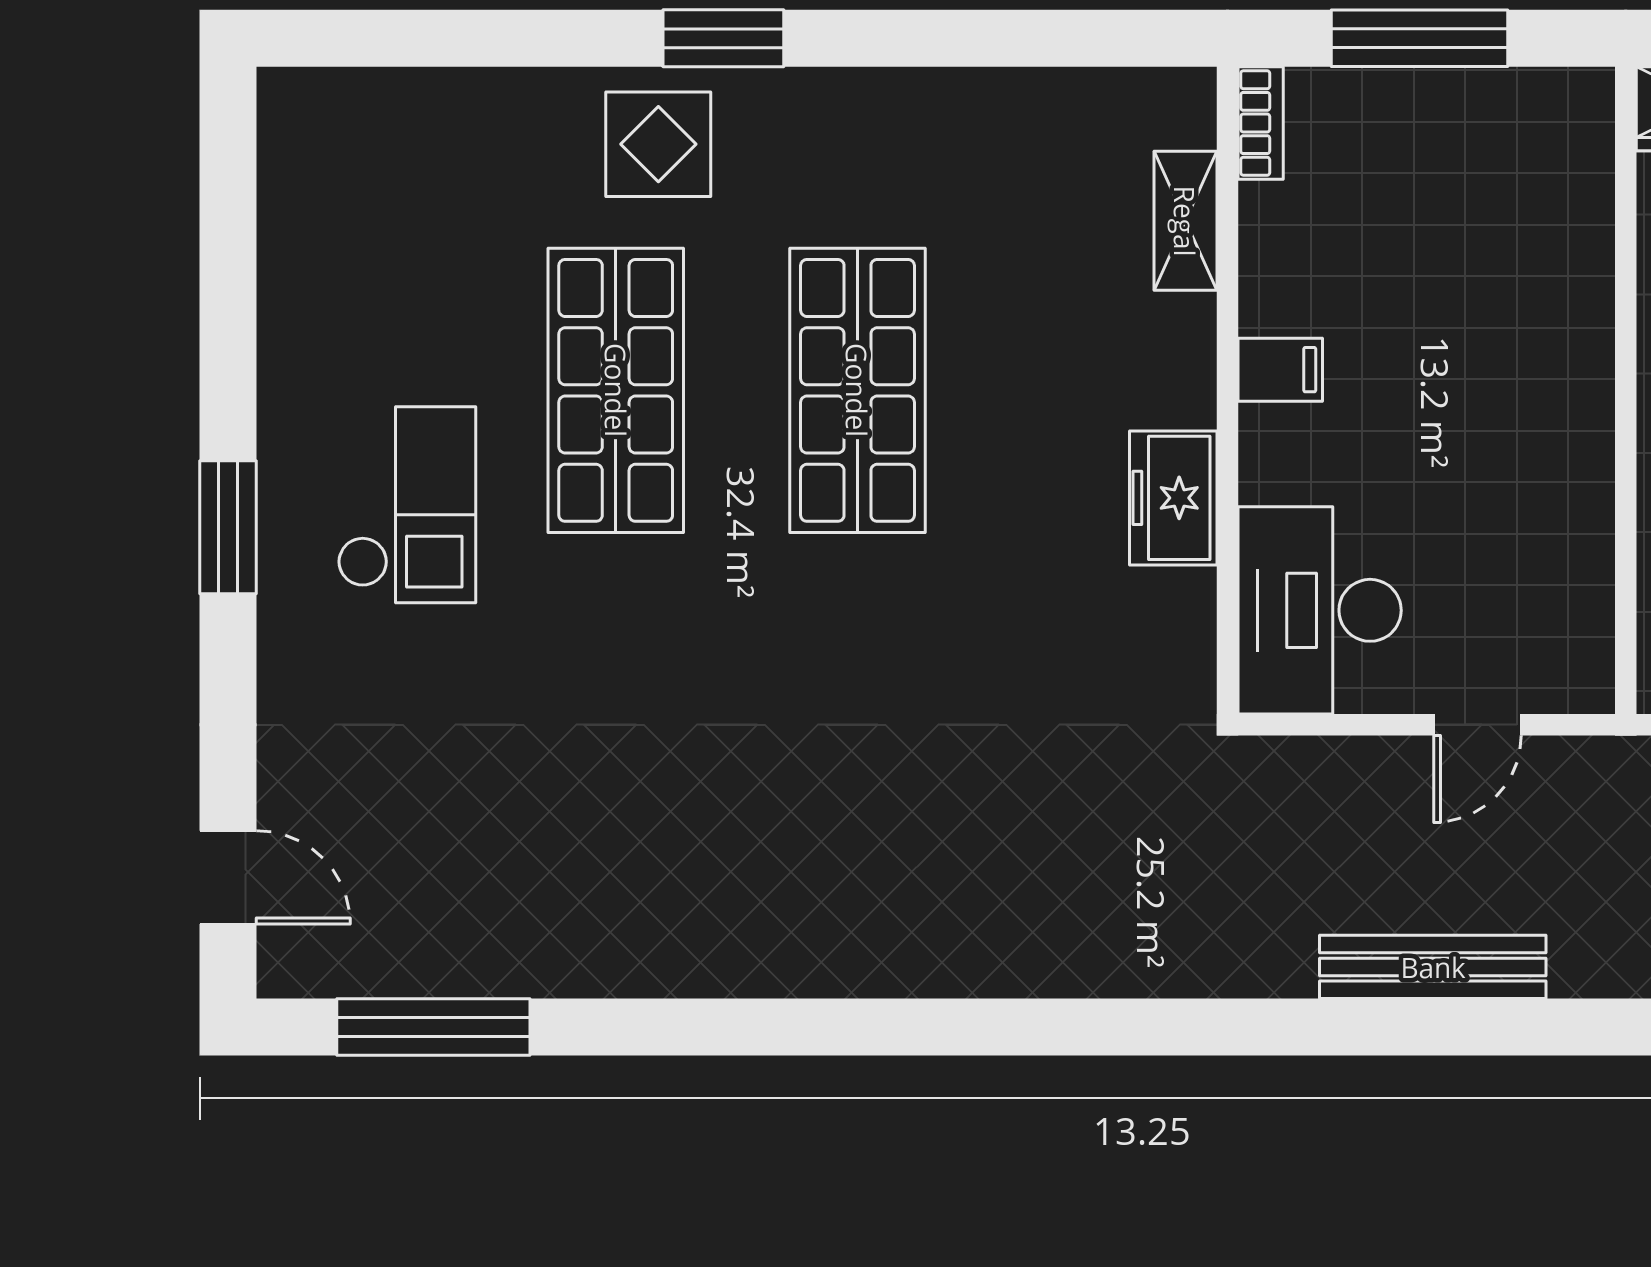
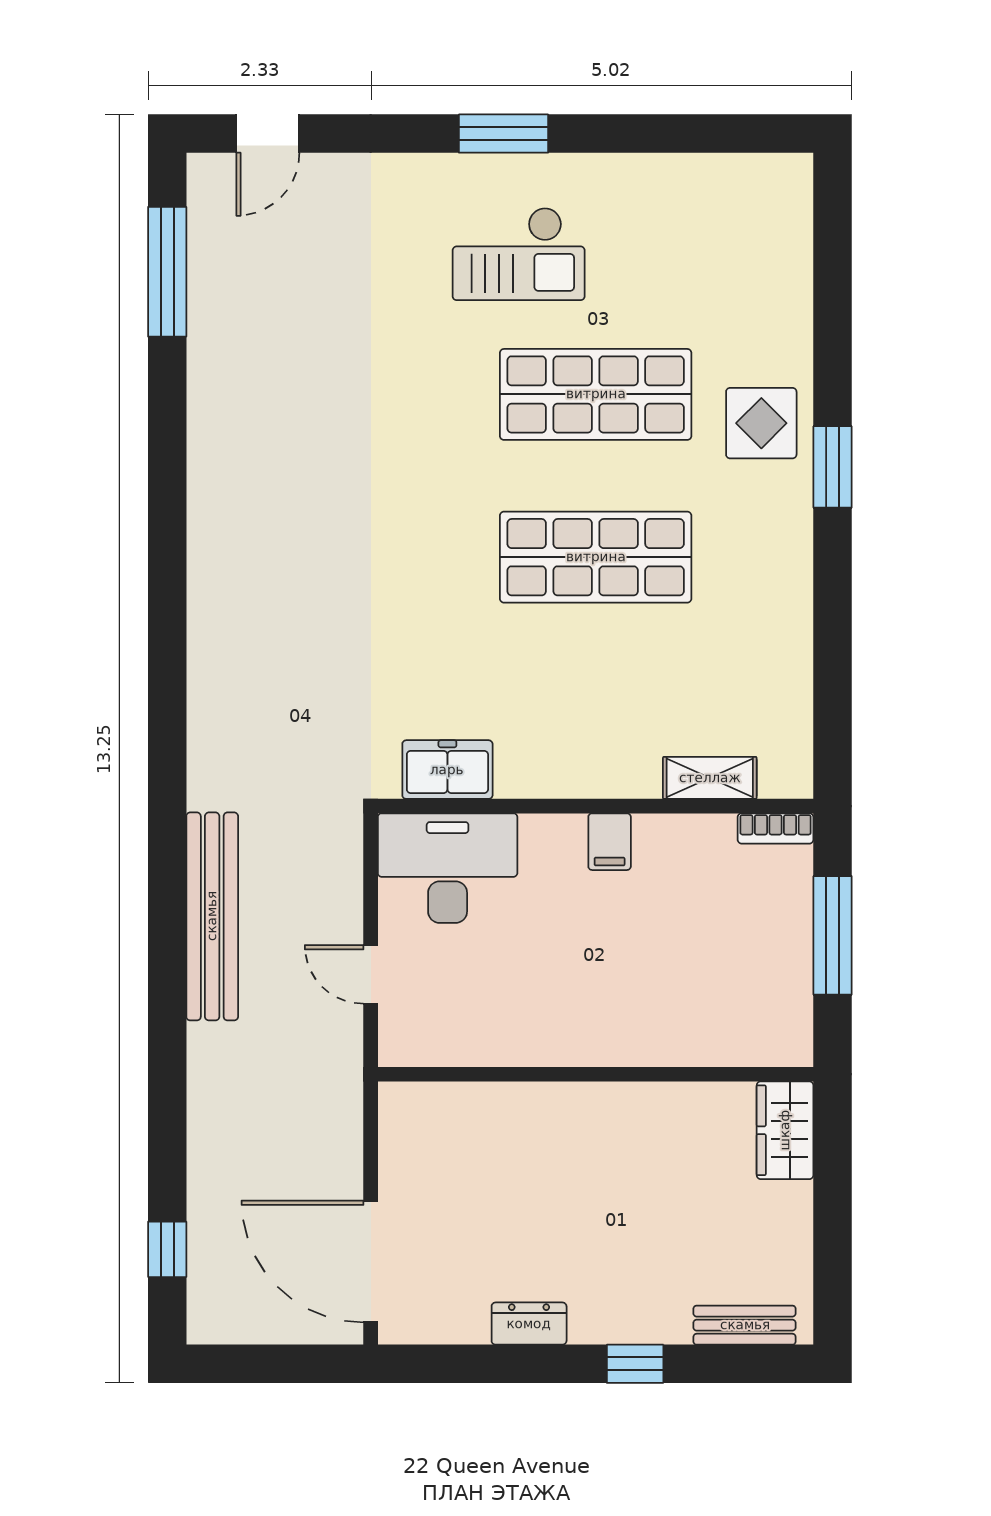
freezer: (1173, 498) -> (447, 770), moved
bench: (1433, 967) -> (212, 916), width x1.37, depth x1.21

